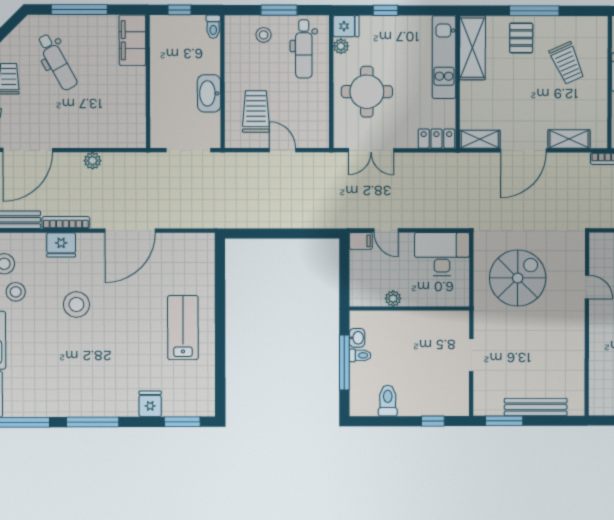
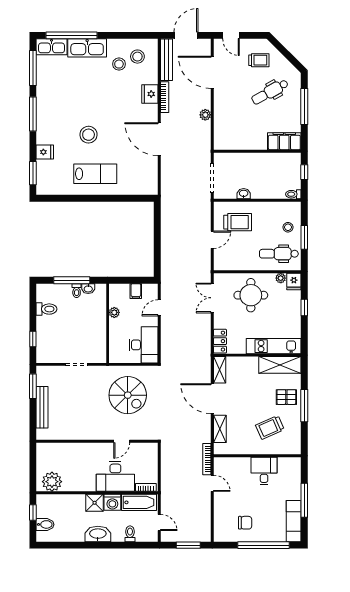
washbasin: (209, 93) -> (244, 194), width x0.52, depth x0.69
filing cabinet: (361, 241) -> (136, 291), moved
stool: (76, 304) -> (89, 135), moved

